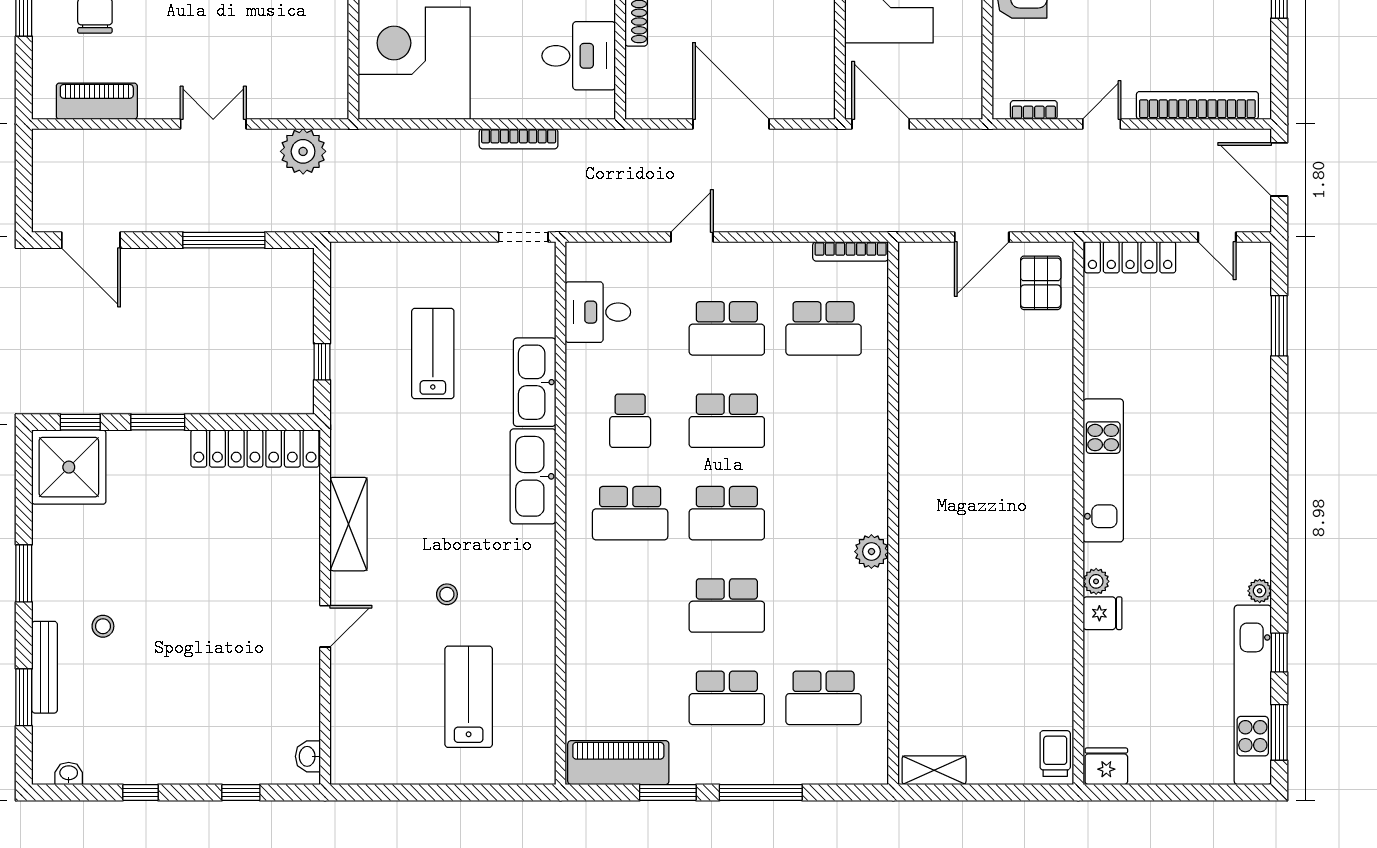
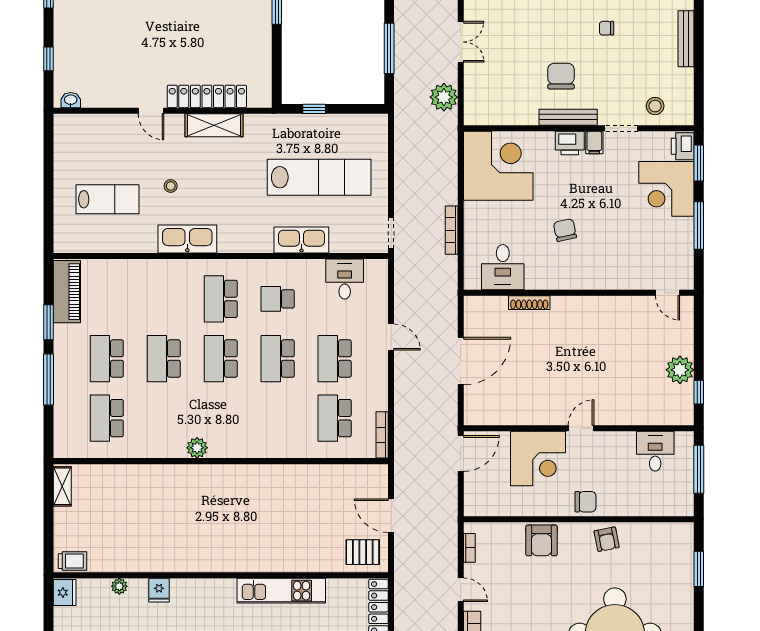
lab bench: (433, 354) -> (319, 177), width x1.86, depth x1.39
locker: (255, 449) -> (207, 96), moved, turned 90
kitchen unit: (1103, 470) -> (281, 591), moved
kitchen sink: (533, 476) -> (187, 239), moved
plant: (1096, 581) -> (119, 586), moved

